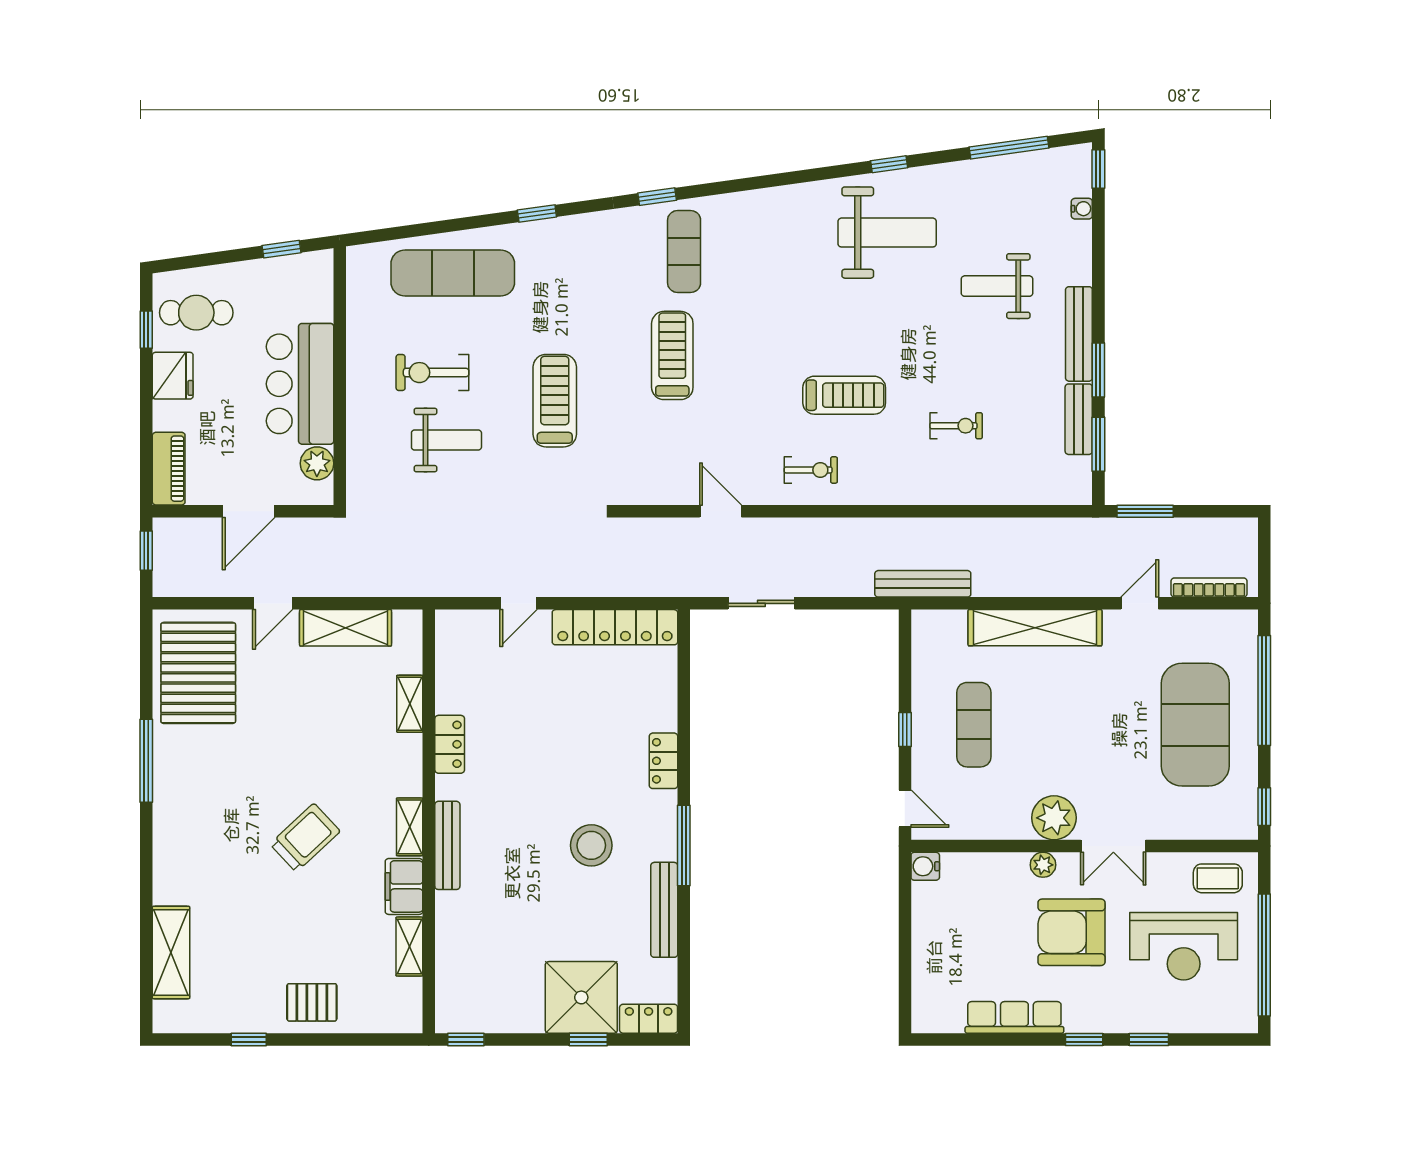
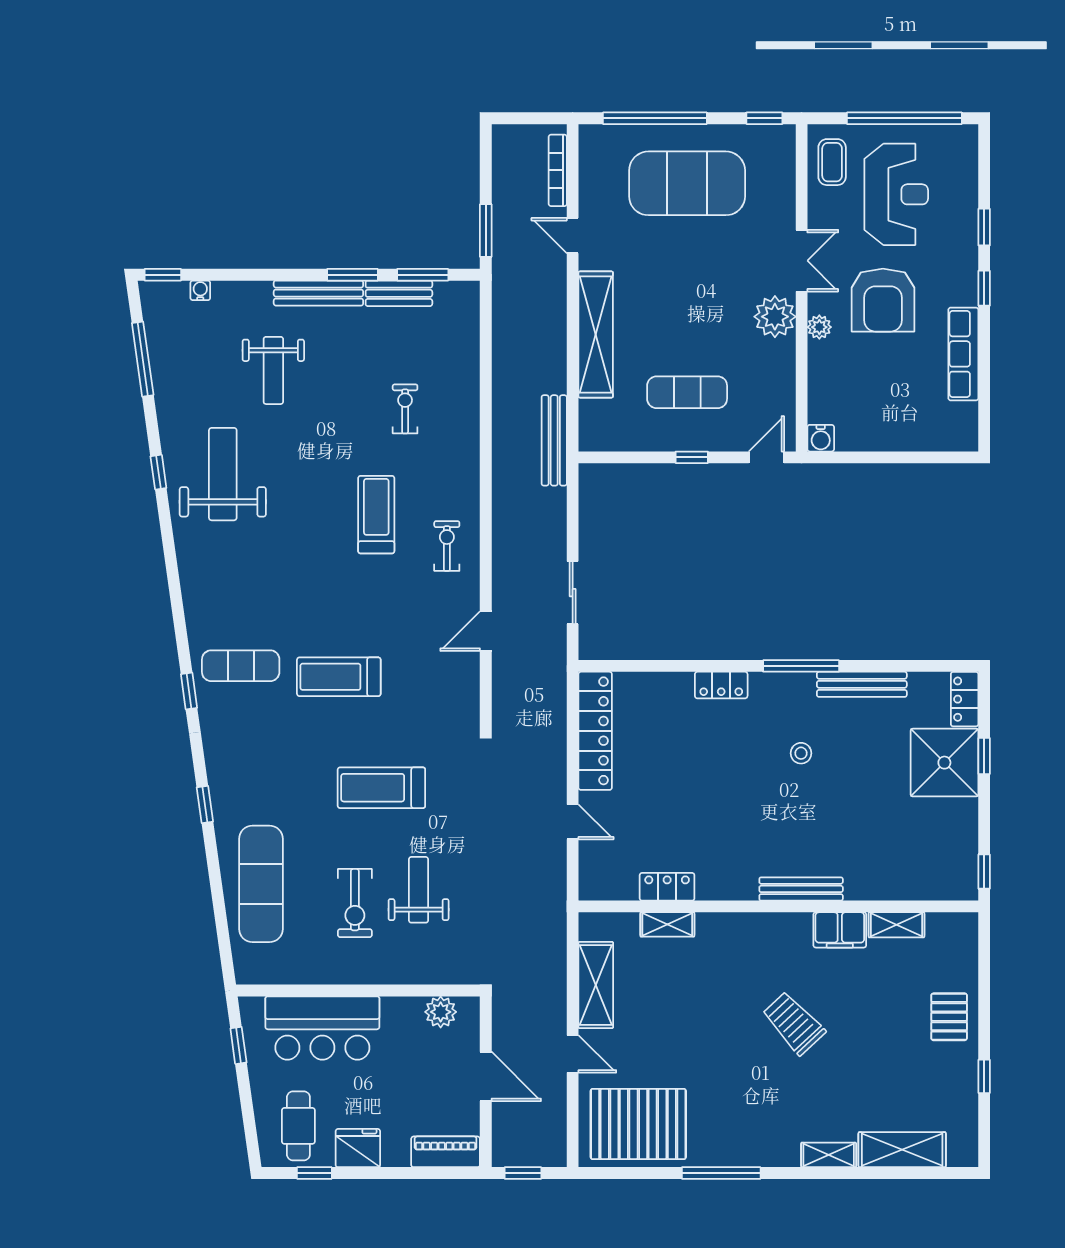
bar counter: (300, 384) -> (322, 1028), moved
locker: (450, 744) -> (667, 887), moved
shelving: (410, 827) -> (829, 1155), moved
stool: (591, 845) -> (801, 753), width x0.53, depth x0.53

